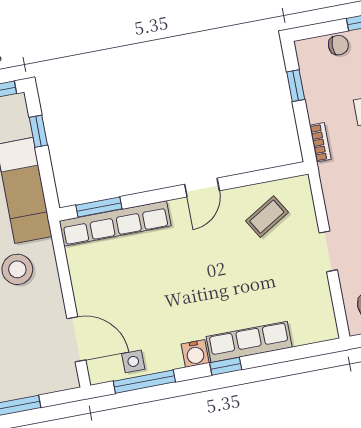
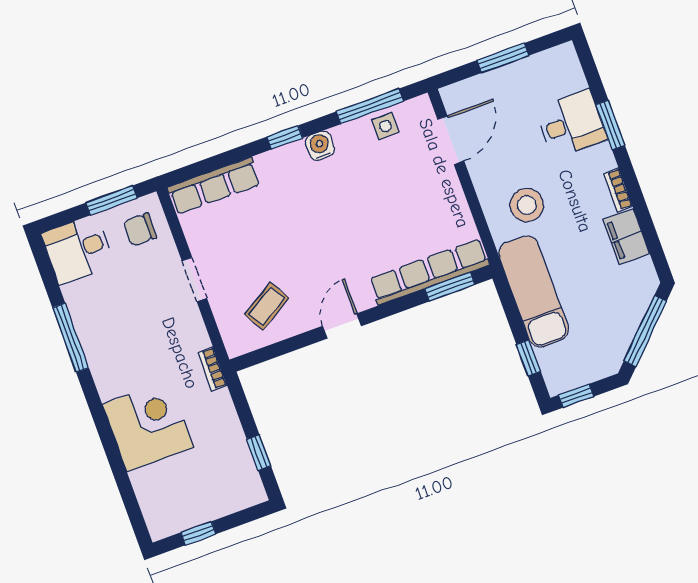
chair: (338, 45) -> (220, 504), removed
bookcase: (320, 142) -> (212, 369), moved
door: (76, 339) -> (451, 140), swing flipped
row of seats: (249, 342) -> (214, 186), moved

